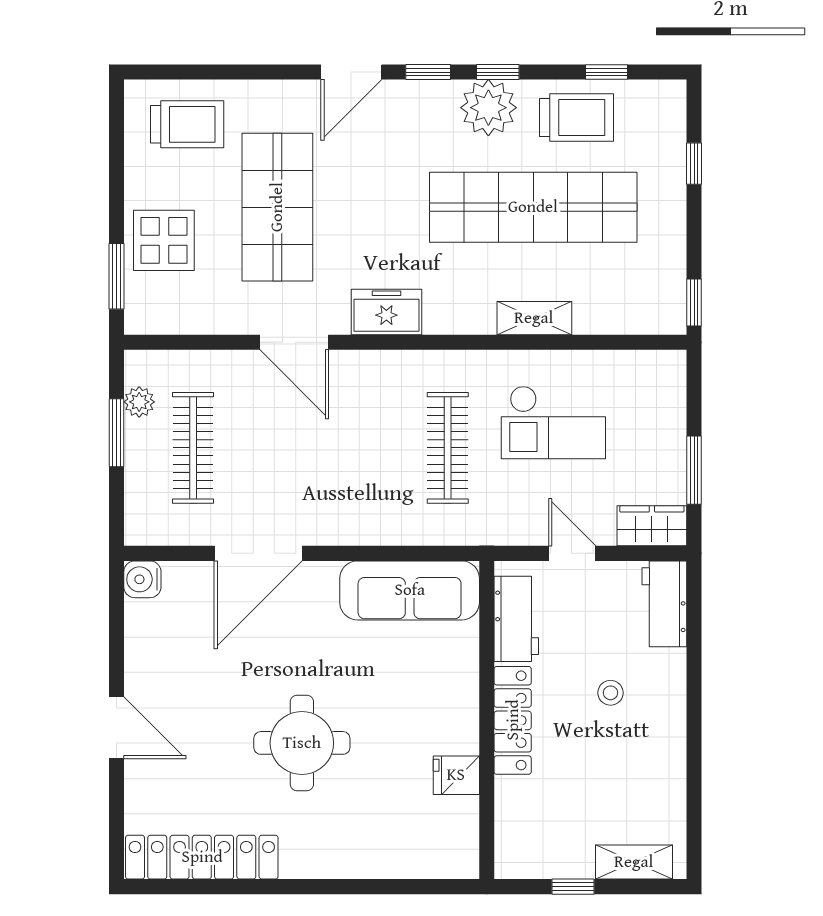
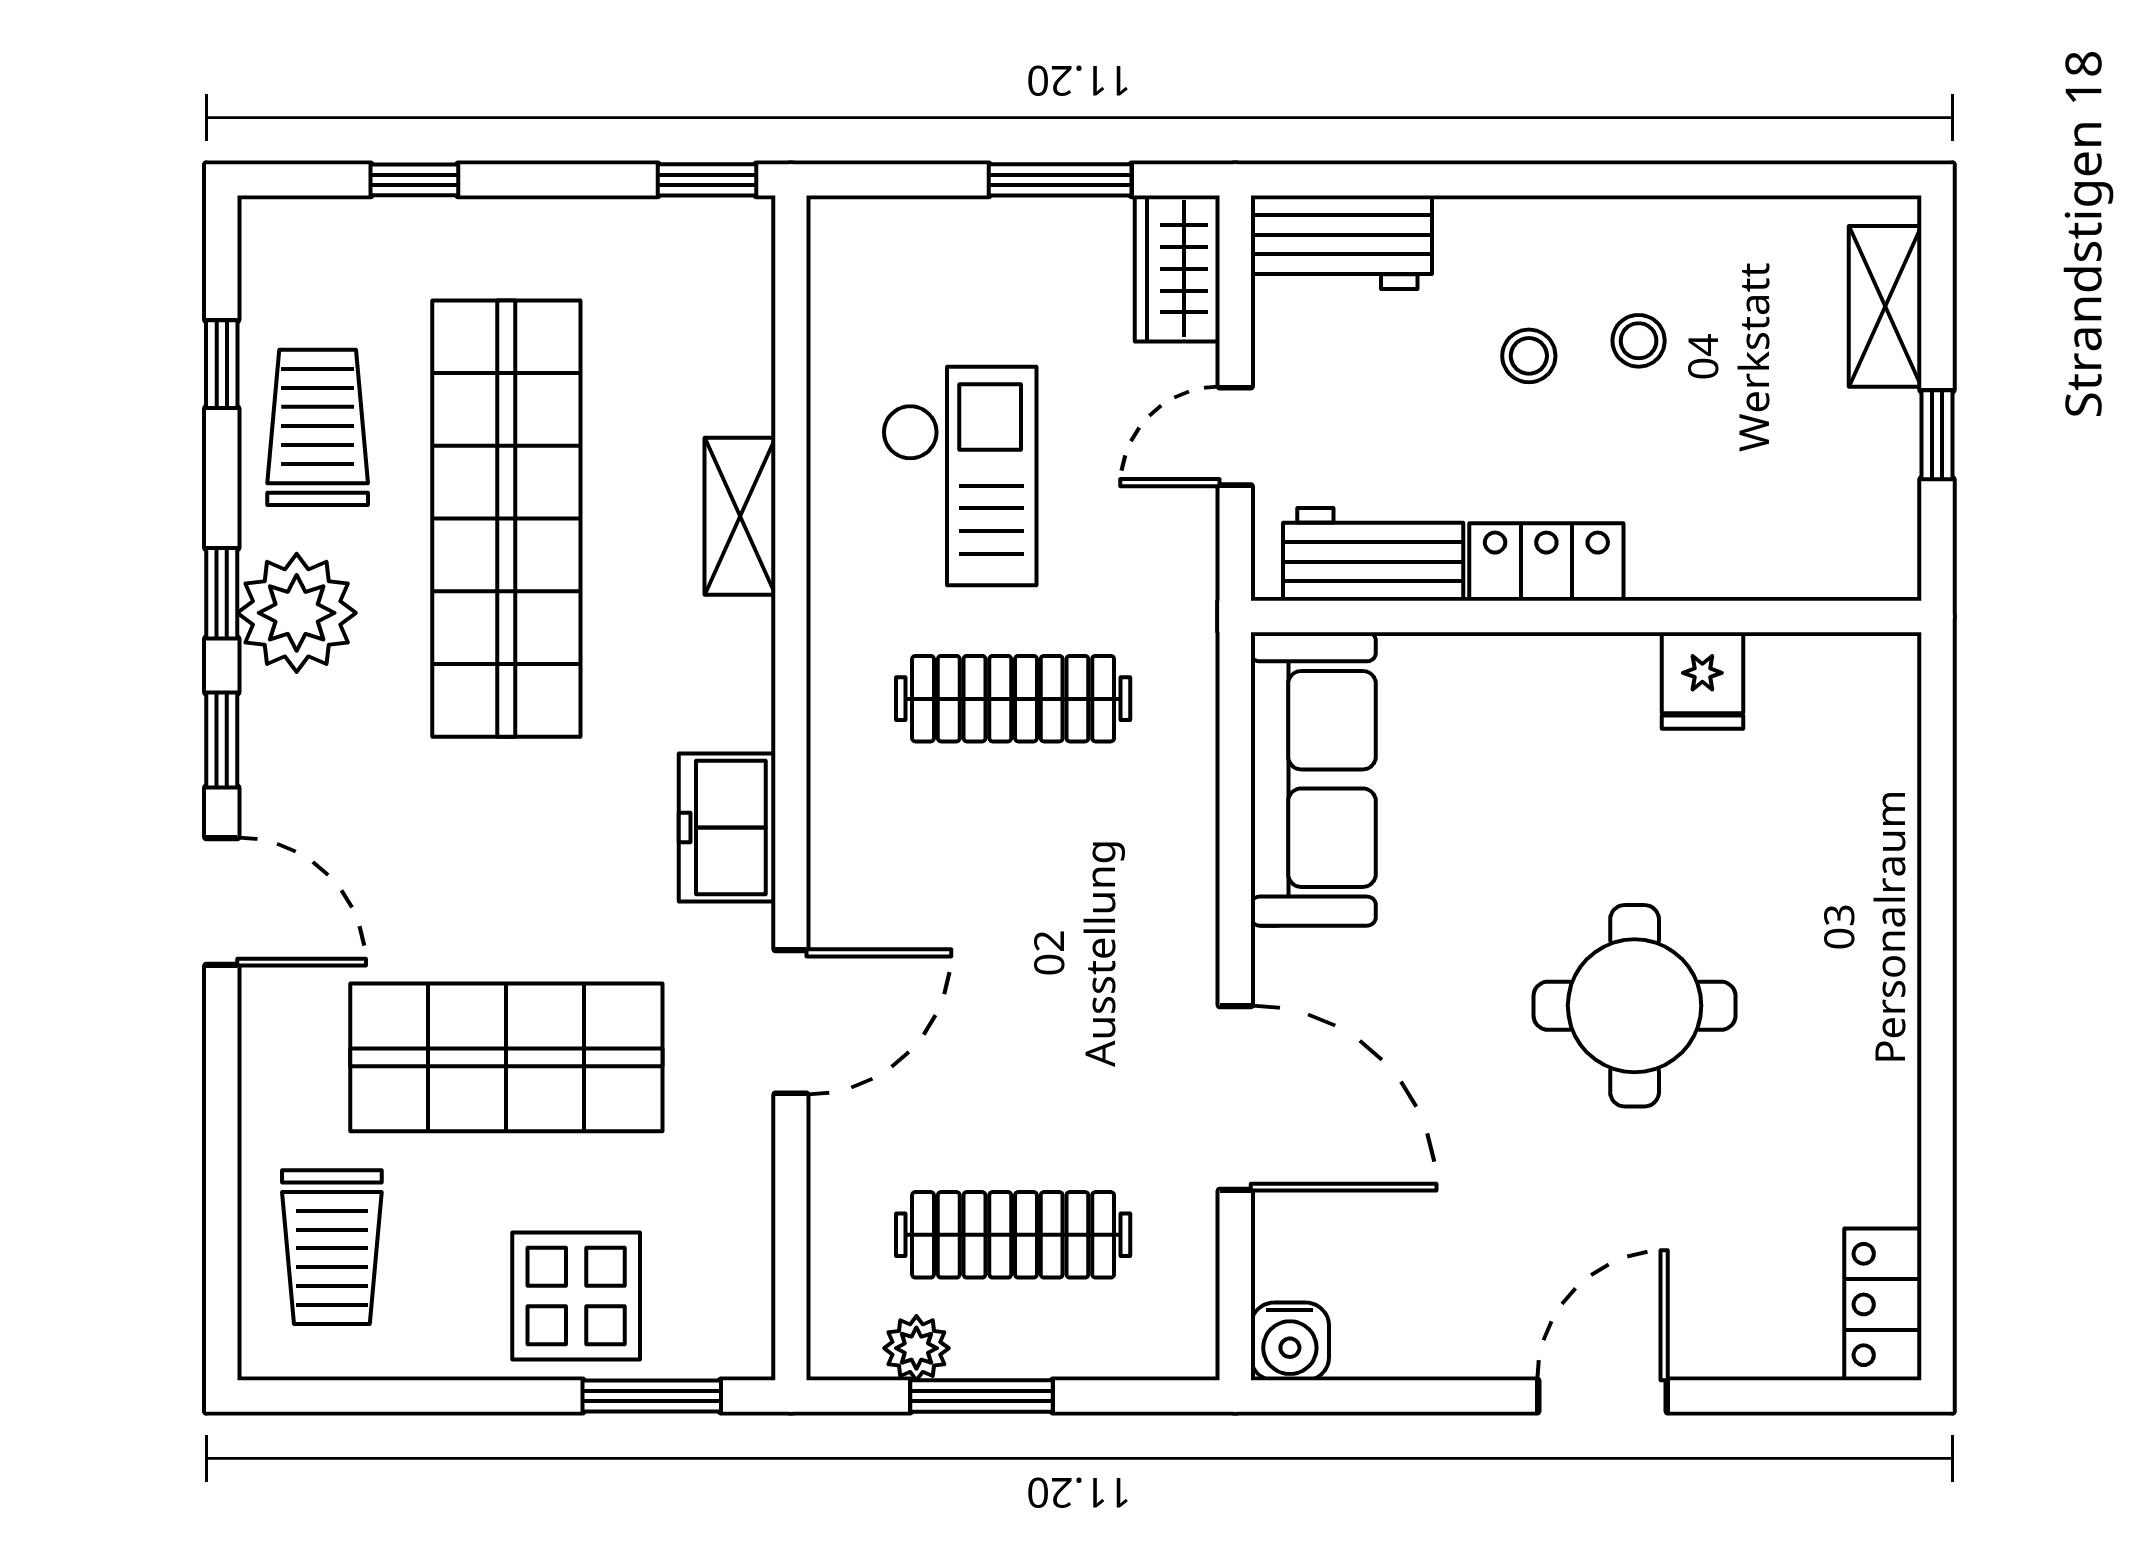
trolley: (187, 124) -> (332, 1247), turned 180
locker: (513, 720) -> (1546, 562), width x0.66
stool: (618, 745) -> (1639, 341), added
locker: (202, 857) -> (1883, 1304), width x0.46, depth x0.83

